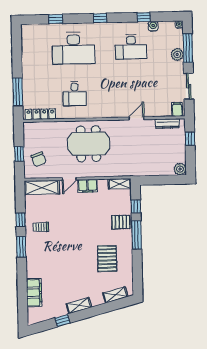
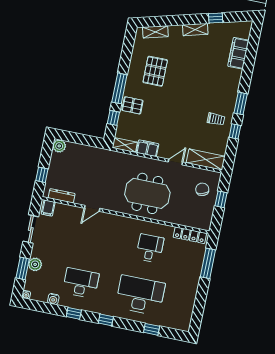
window: (144, 17) -> (74, 313), moved
window: (188, 48) -> (23, 268), width x0.69
filing cabinet: (88, 186) -> (148, 148), moved

